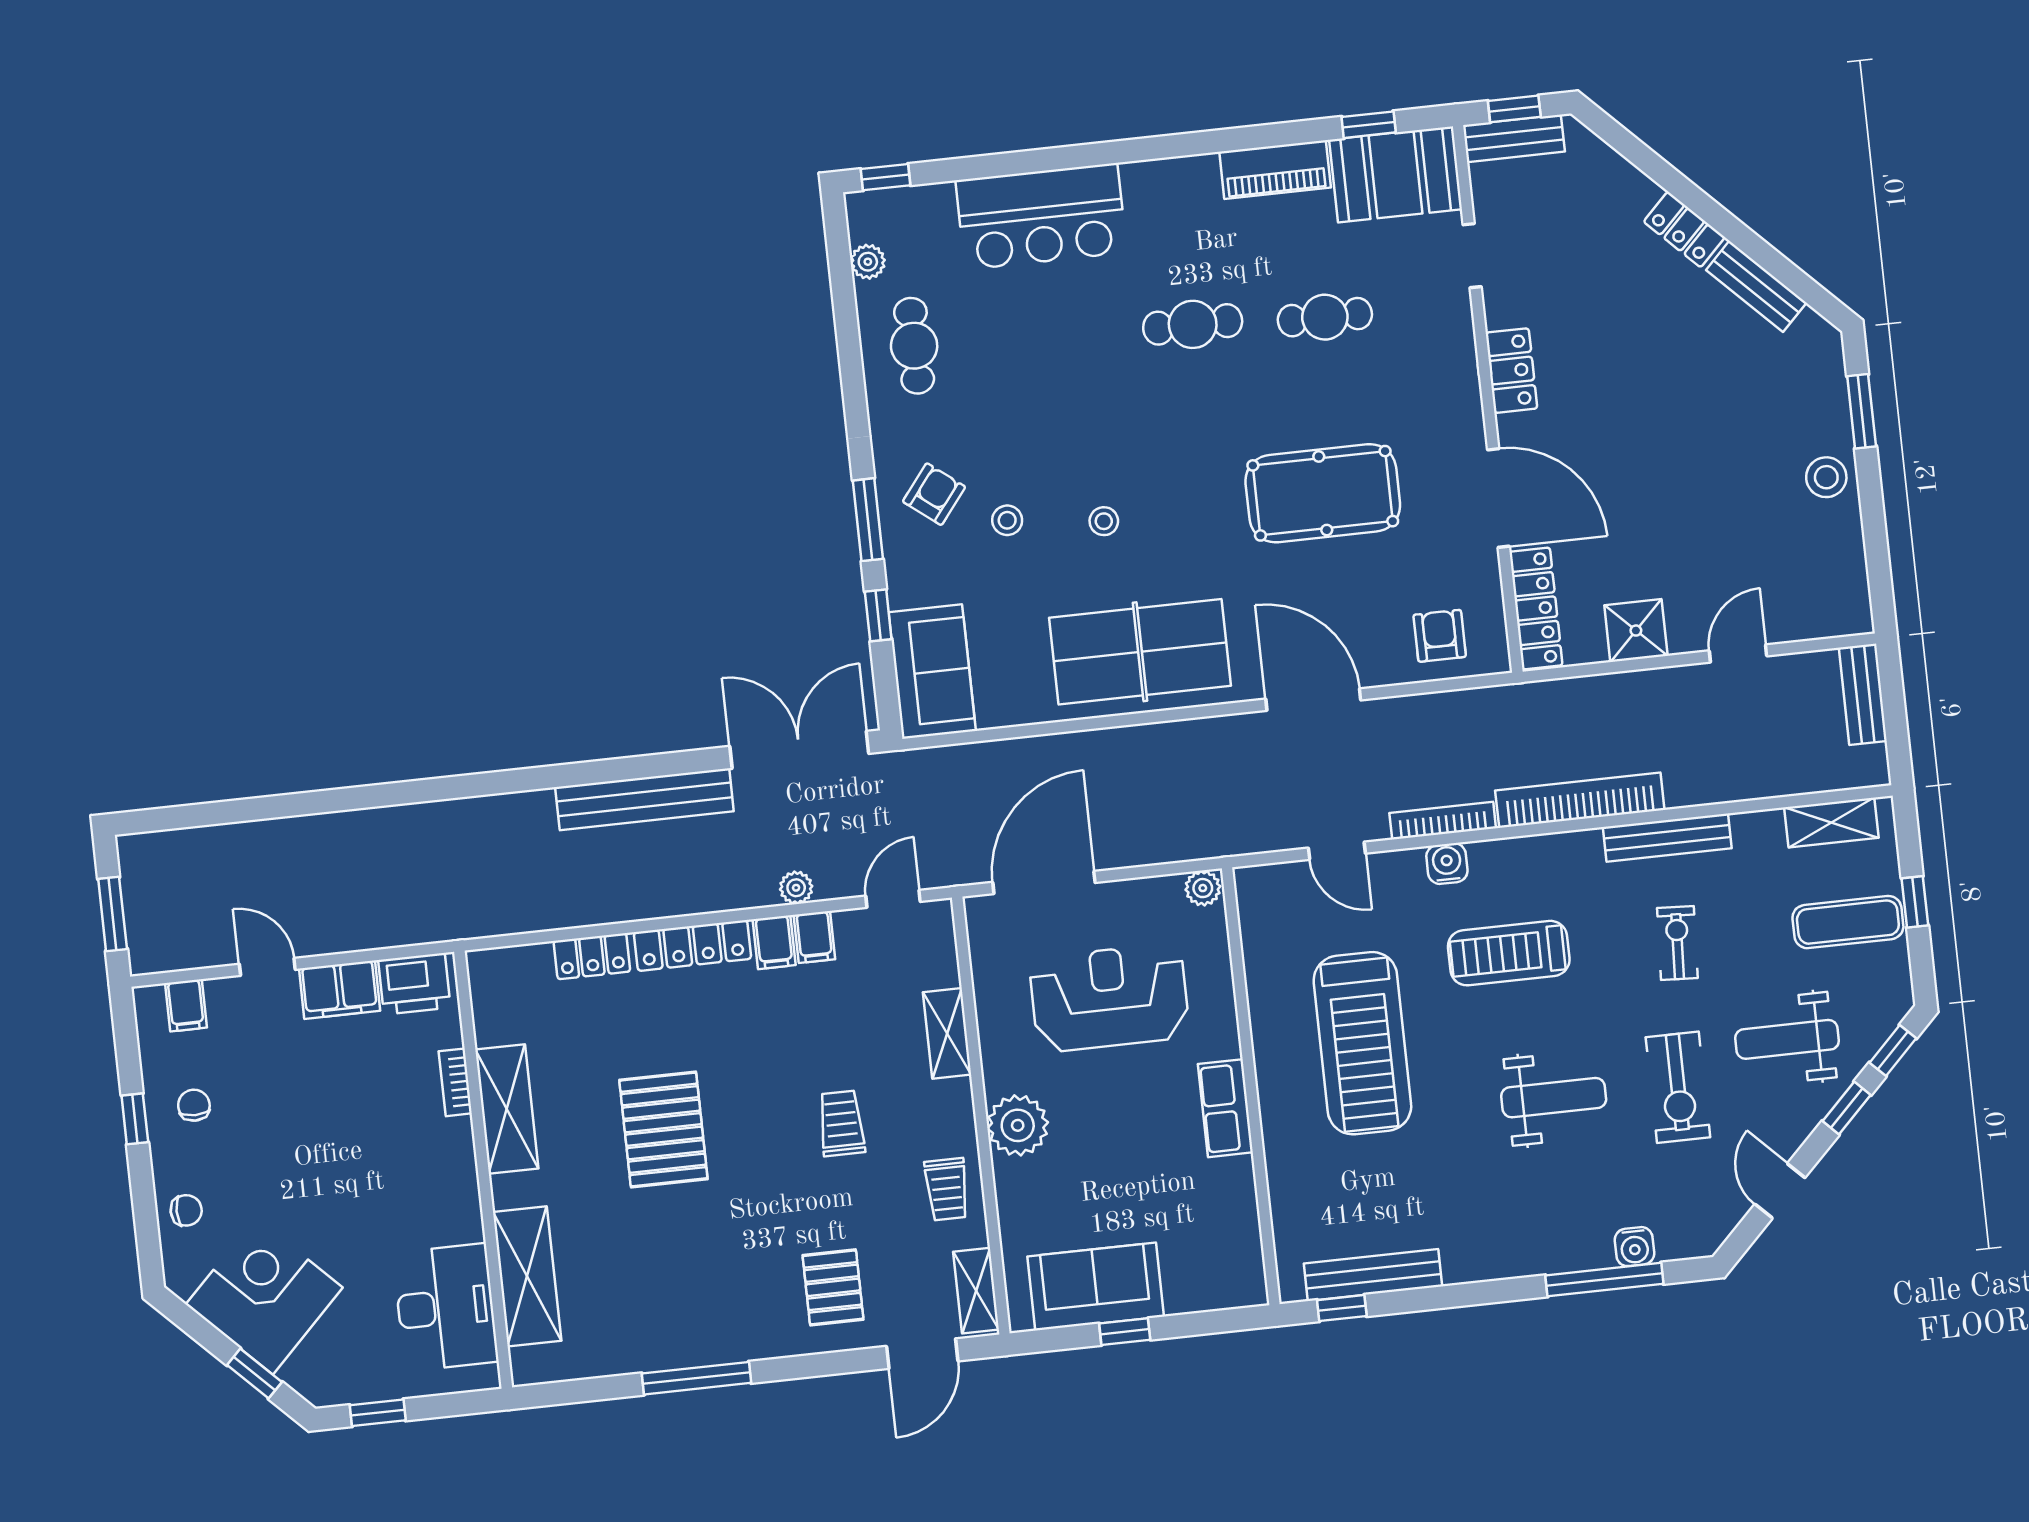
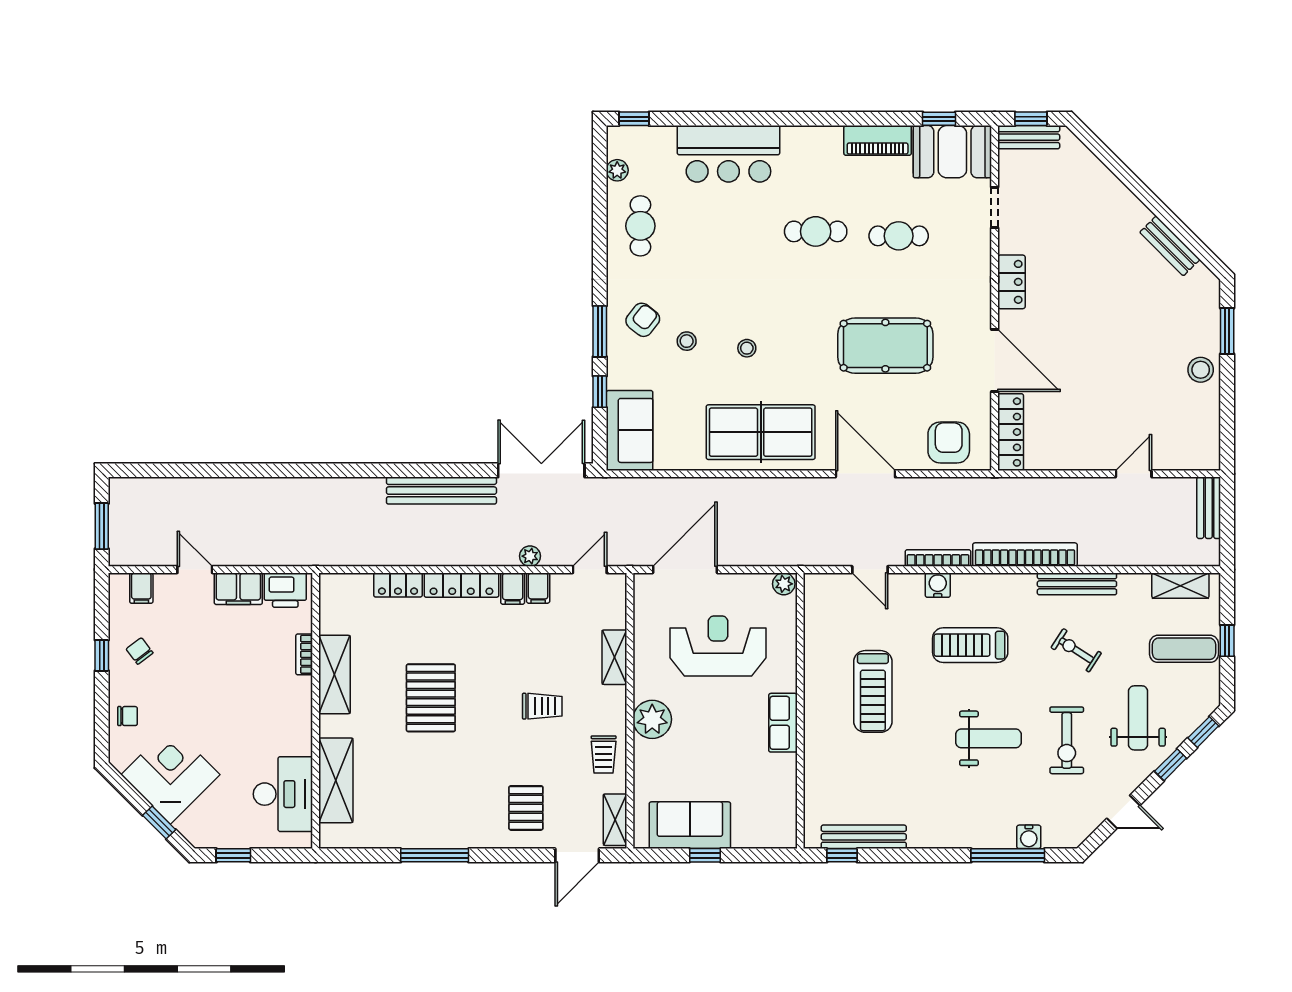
locker: (1684, 229) -> (1129, 206), removed
shower: (1636, 631) -> (1071, 453), removed
armchair: (1440, 636) -> (949, 442), width x1.38, depth x1.38
exercise bike: (1677, 943) -> (1076, 650), turned -60
weight bench: (1787, 1039) -> (1138, 718), turned 90
treadmill: (1362, 1043) -> (873, 691), width x0.73, depth x0.73
chair: (194, 1105) -> (140, 651), turned -37
trolley: (841, 1123) -> (542, 706), turned 90
door: (1780, 1191) -> (1123, 812), swing flipped

